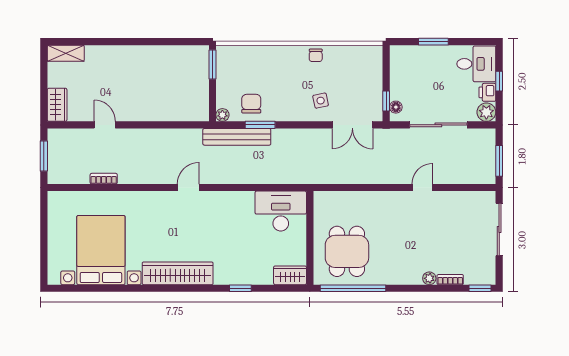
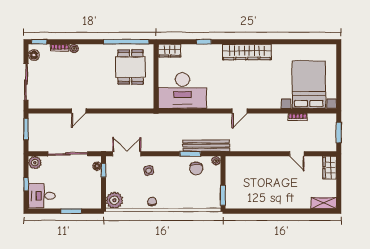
plant: (370, 57) -> (114, 200), added
printer: (487, 92) -> (34, 176), removed
desk: (281, 211) -> (182, 91), width x1.36, depth x1.30
bed with nightstands: (101, 250) -> (309, 85), moved, turned 180
floor lamp: (488, 269) -> (34, 55), added

